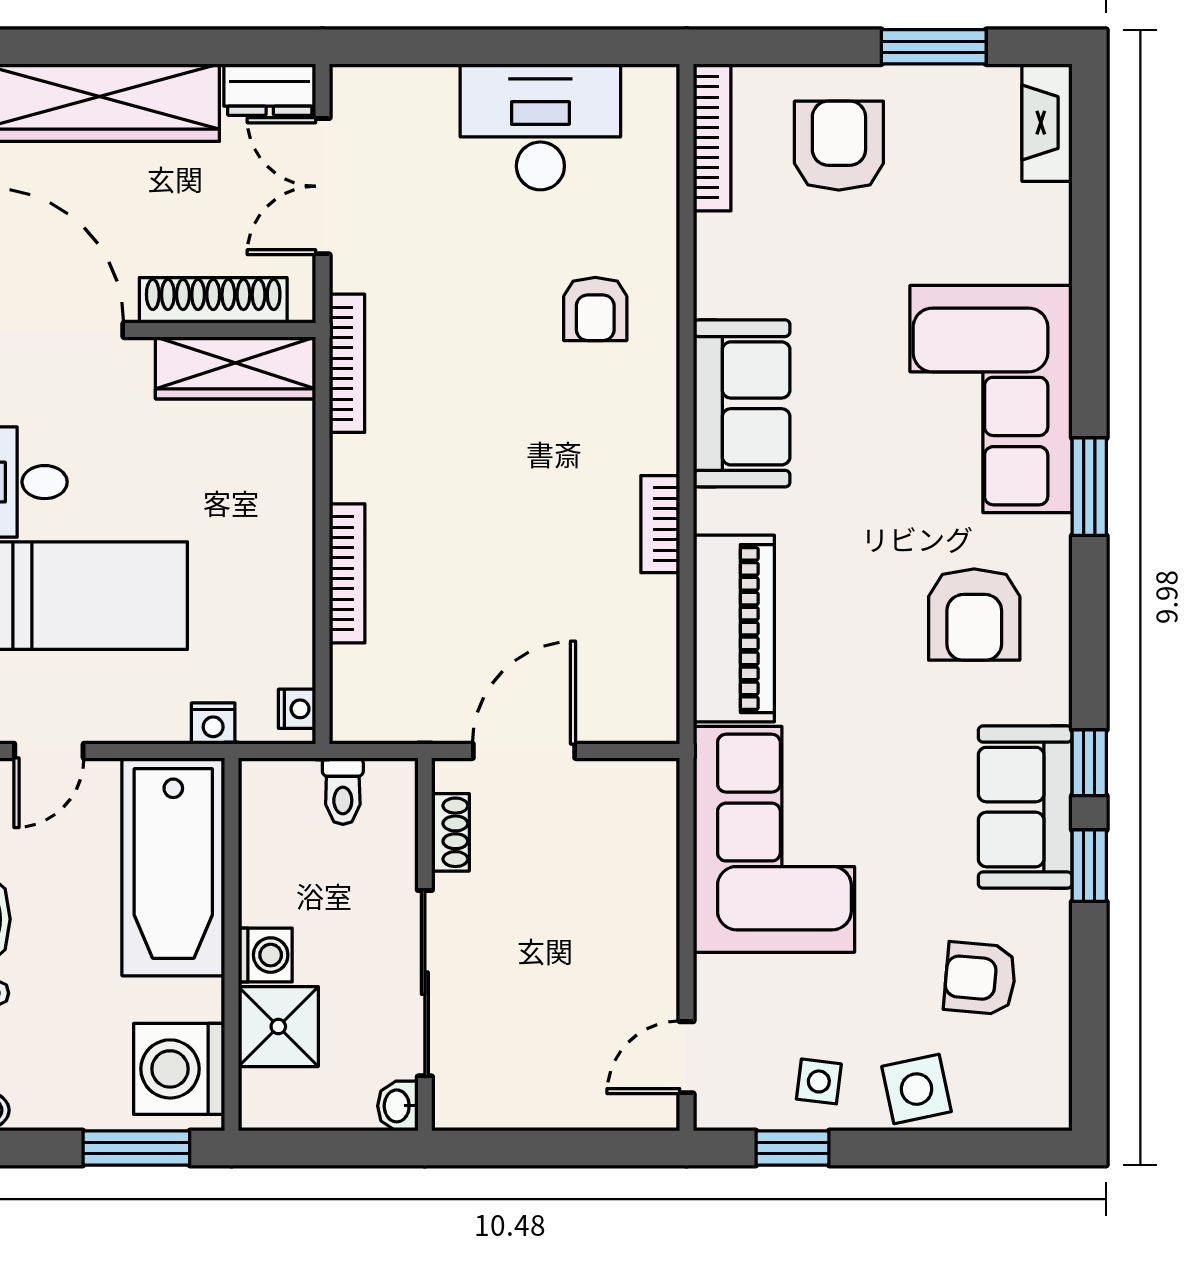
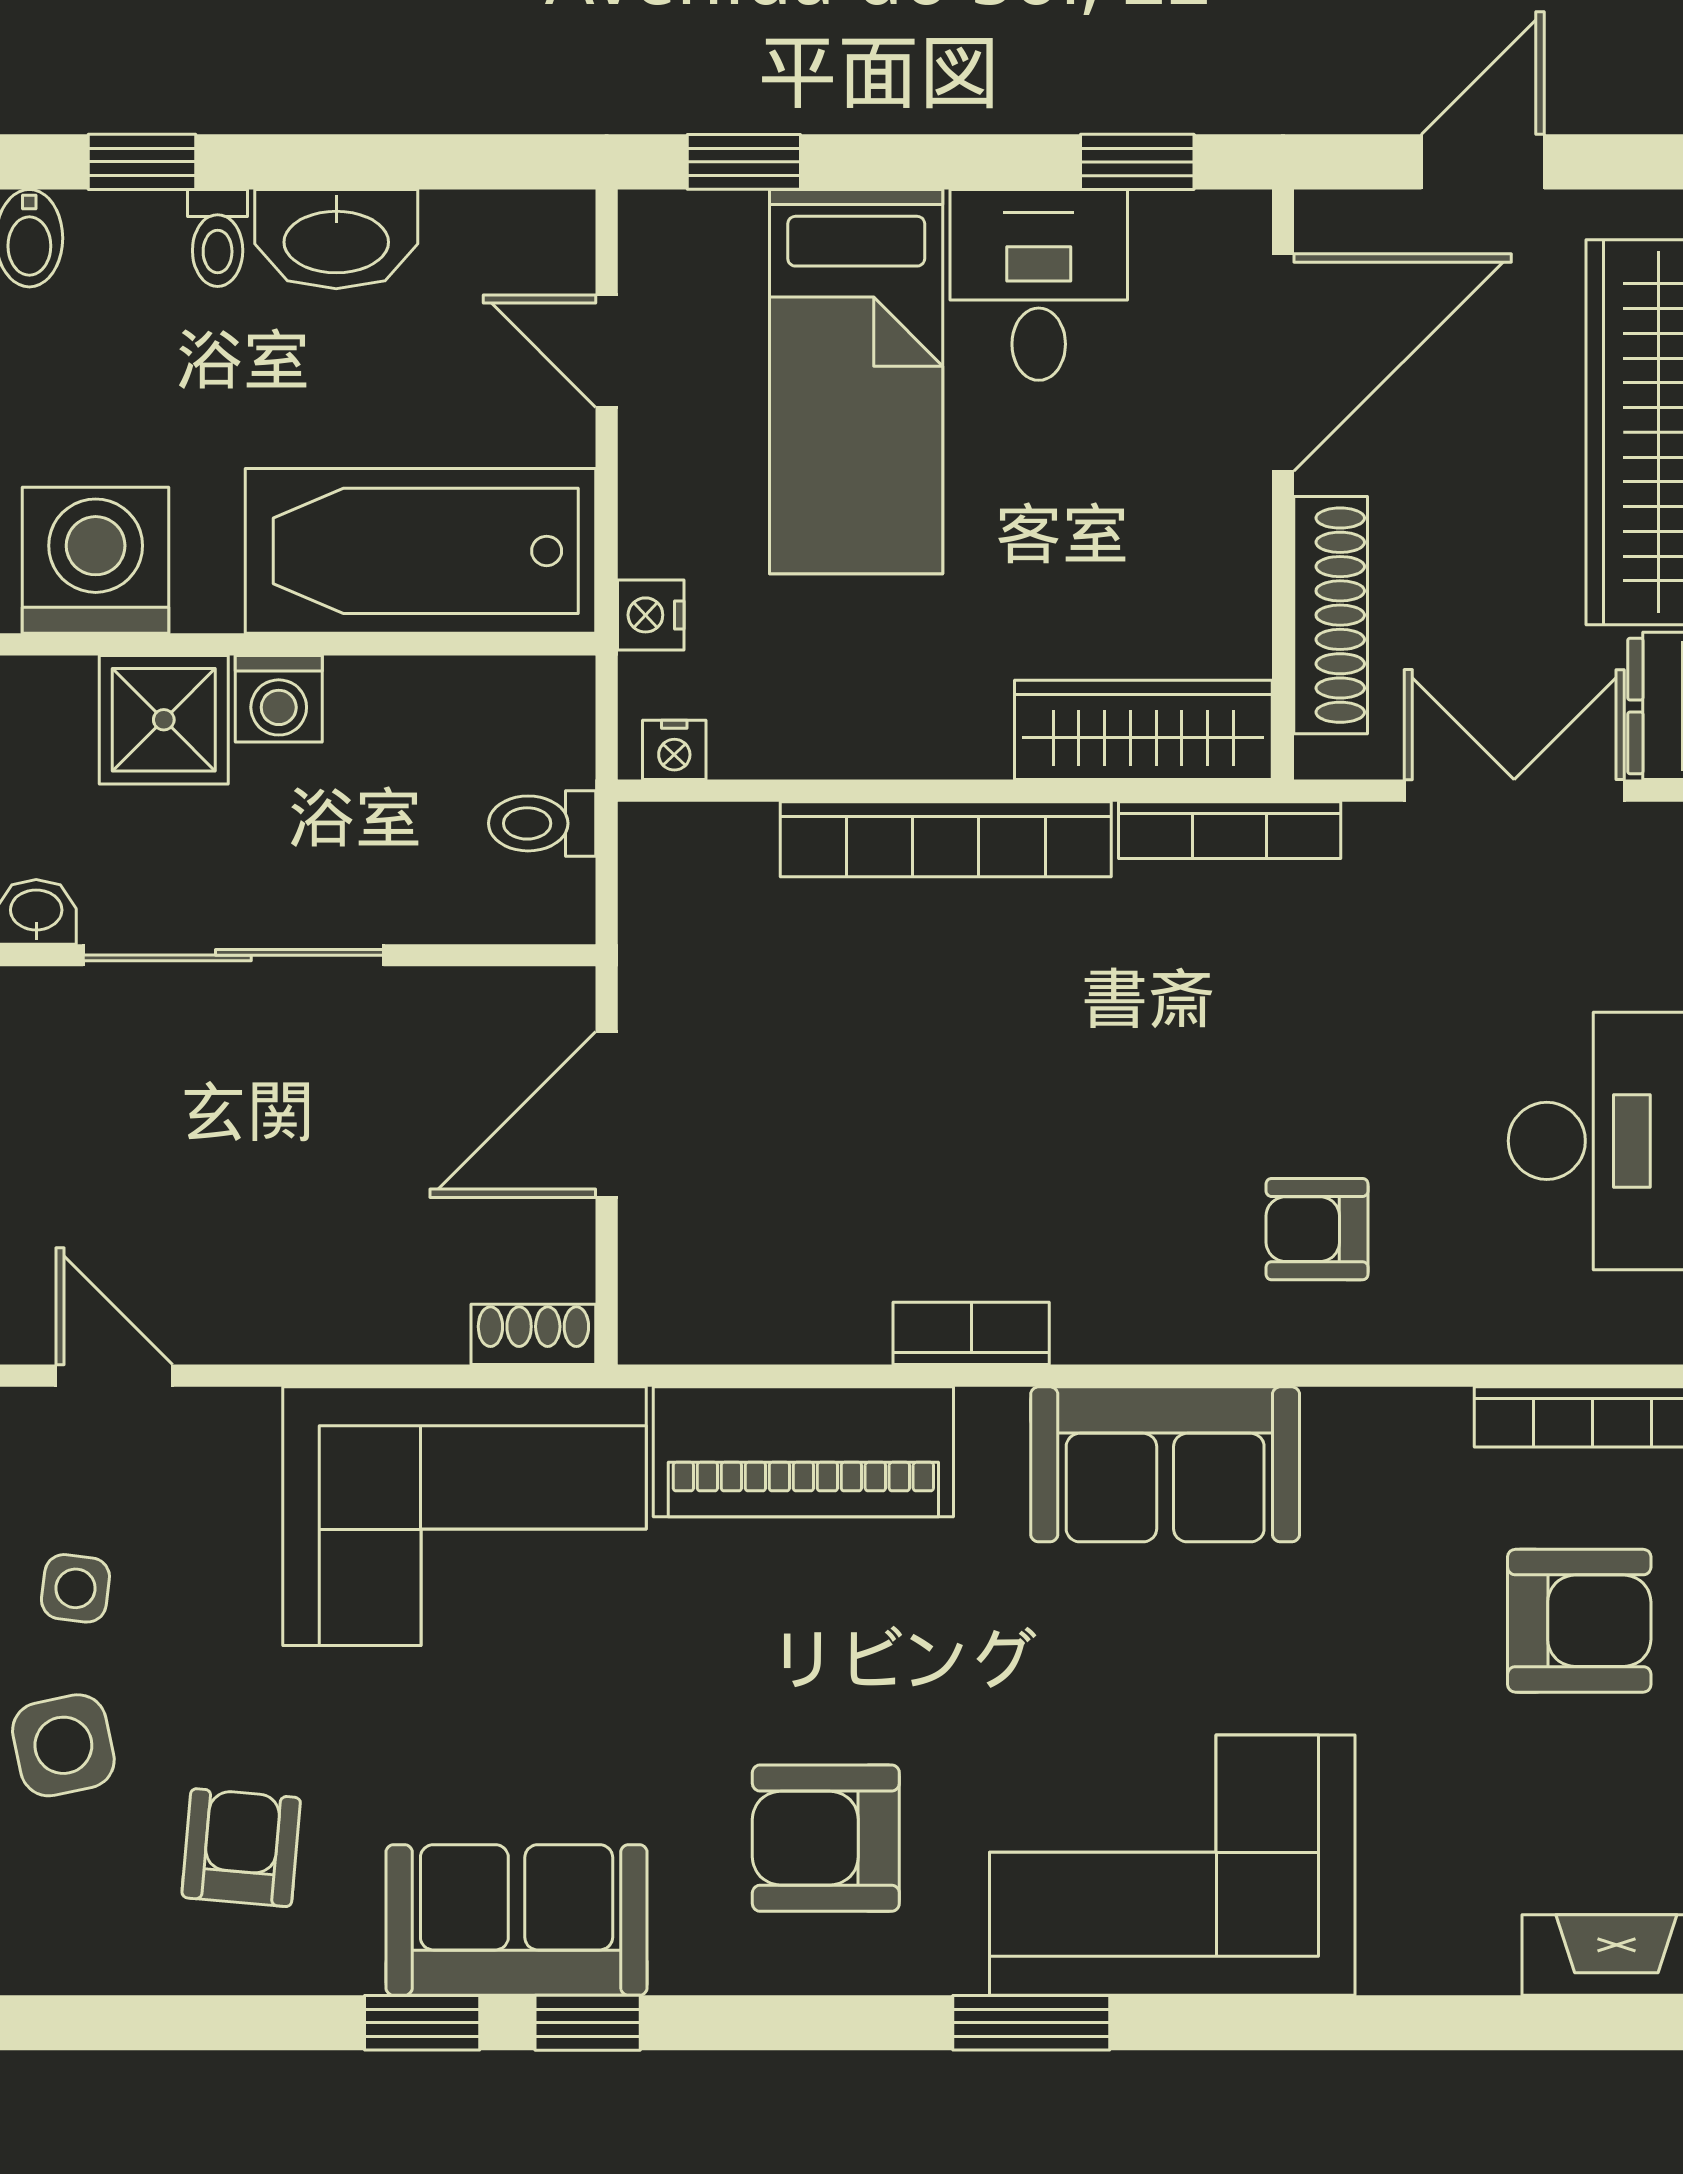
wardrobe: (236, 368) -> (1143, 730), moved, turned 90
bookcase: (347, 573) -> (946, 839), width x1.48, depth x1.31
door: (524, 751) -> (607, 1114), swing flipped
shoe rack: (450, 832) -> (533, 1334), moved, turned 180

